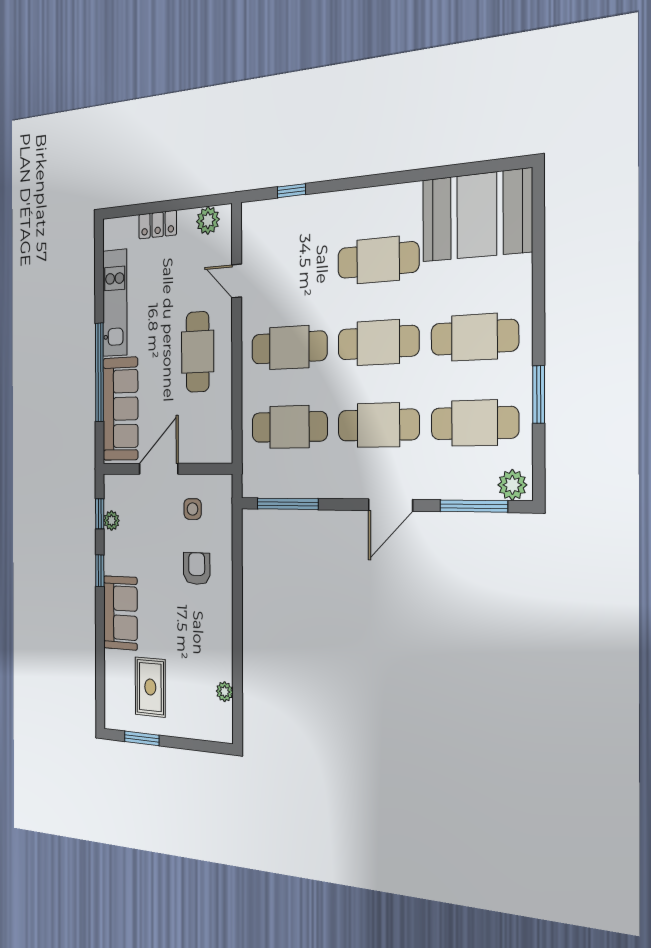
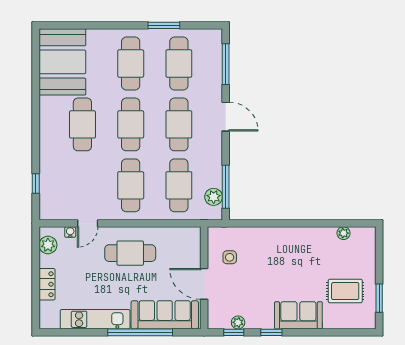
water cooler: (225, 254) -> (70, 232), added
plant: (512, 485) -> (214, 197), moved
armchair: (197, 569) -> (267, 254), removed

